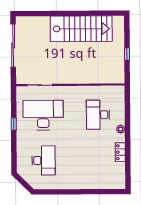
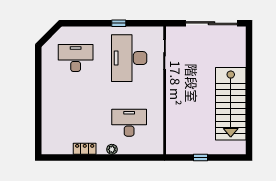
desk: (43, 115) -> (129, 58), turned 180
desk: (43, 160) -> (76, 58), turned 180

